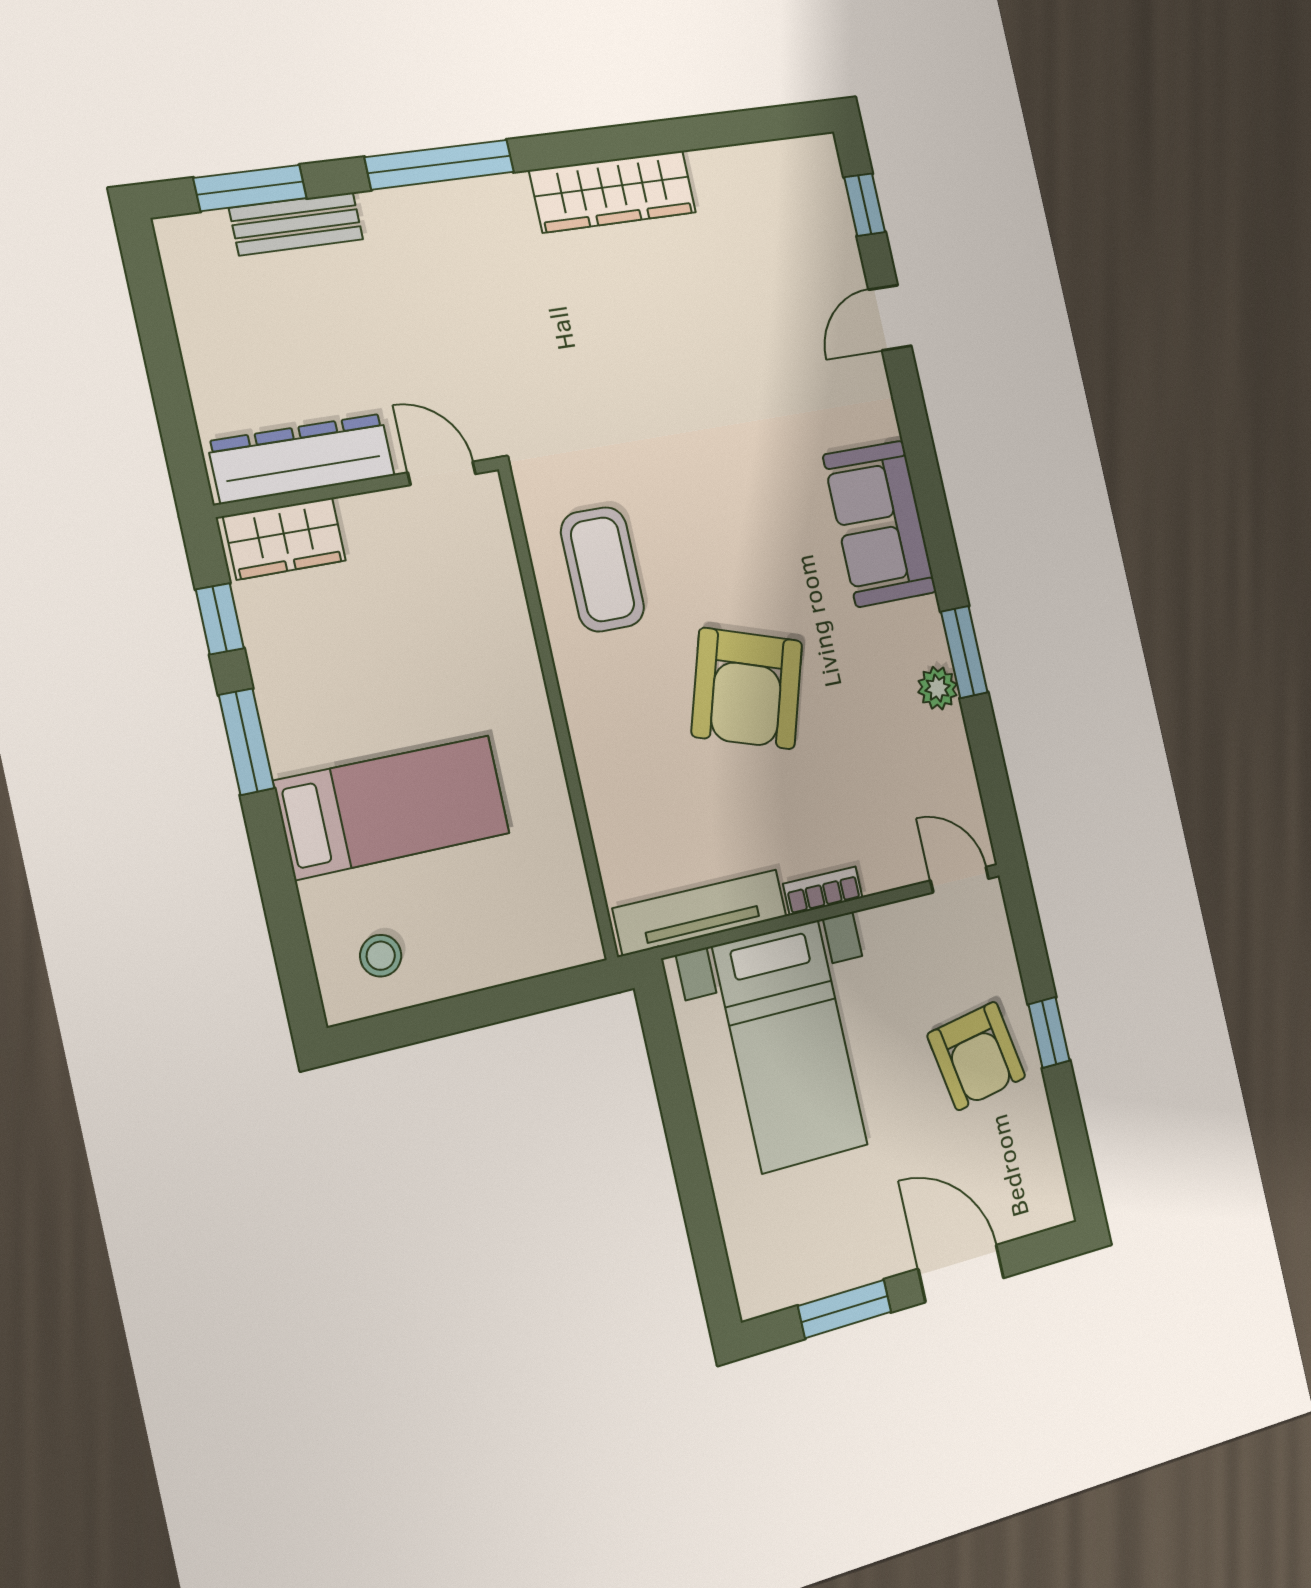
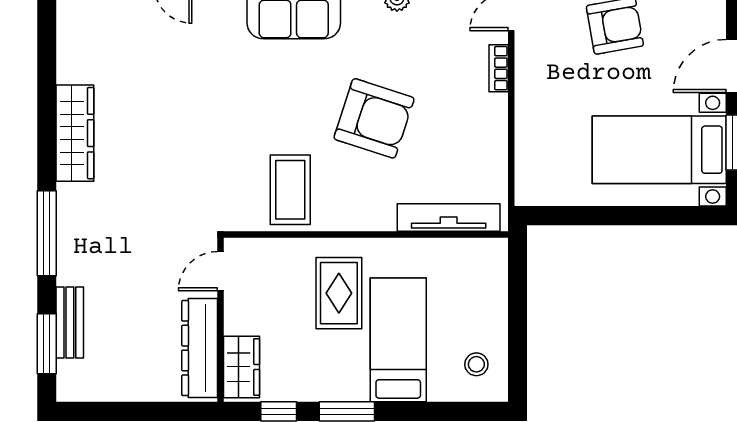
coffee table: (603, 569) -> (290, 190), turned 90
rug: (450, 686) -> (339, 293), added
bookcase: (823, 891) -> (499, 68), moved
tv unit: (700, 912) -> (449, 217), moved, turned 90
bed with nightstands: (790, 1046) -> (659, 150), moved, turned 180

